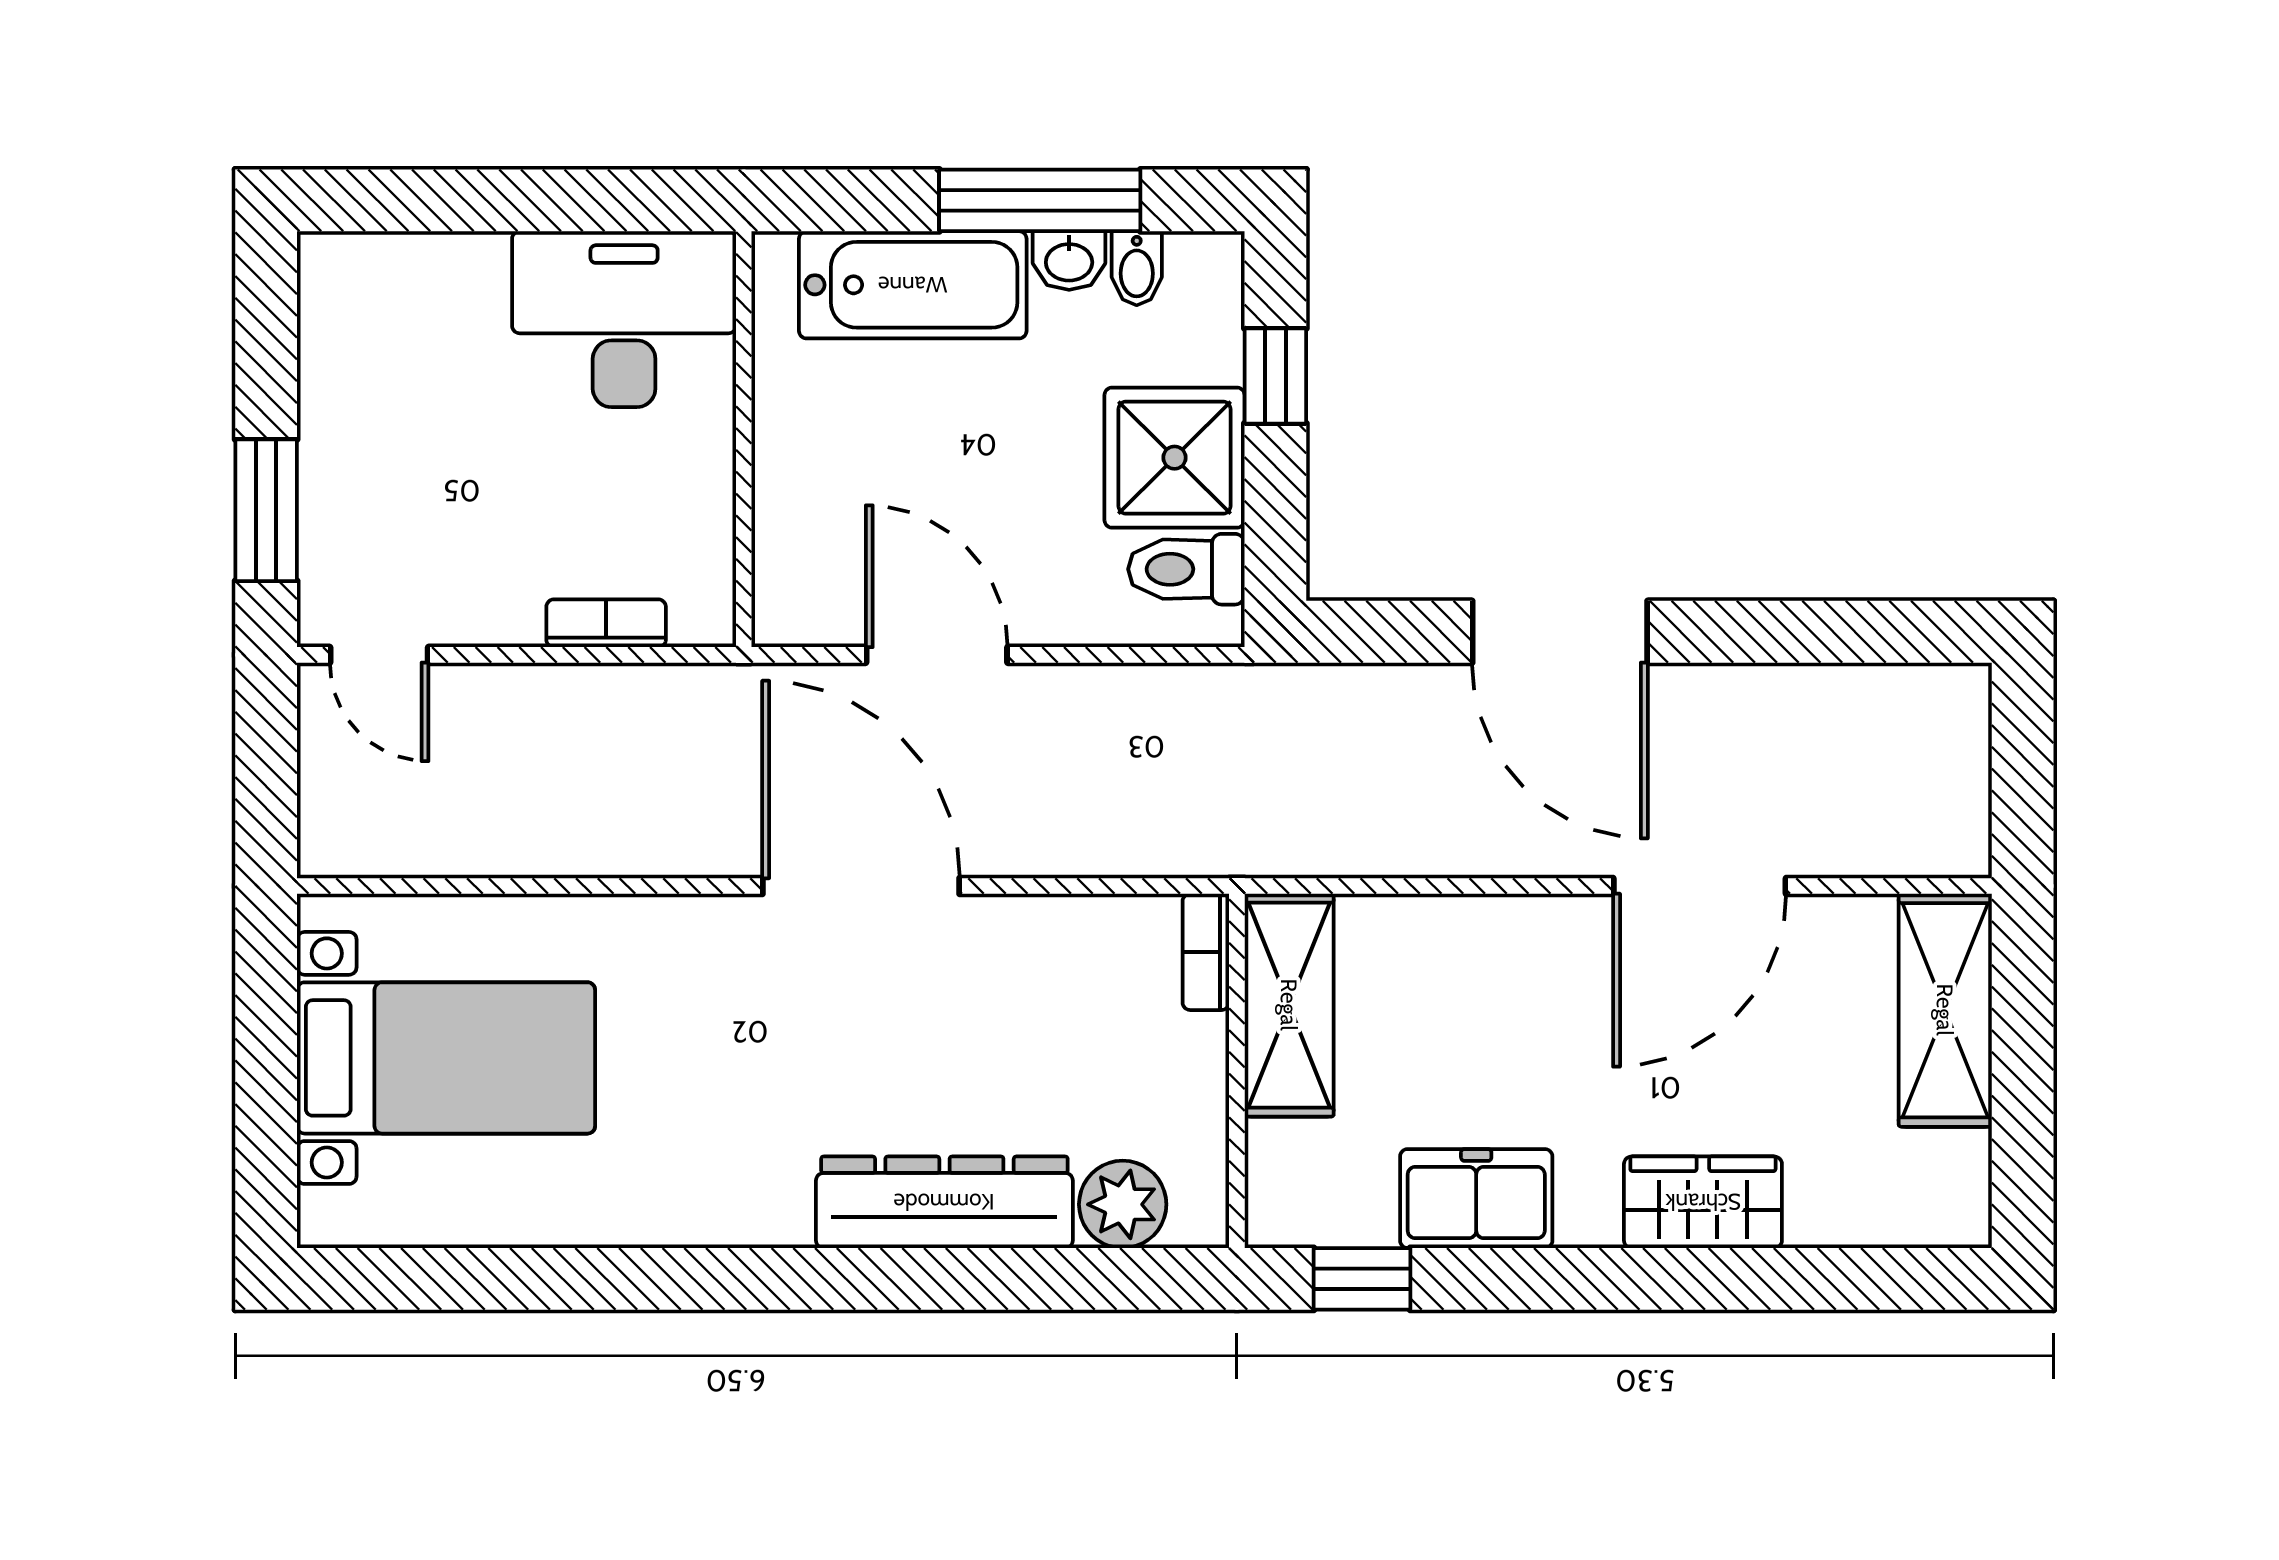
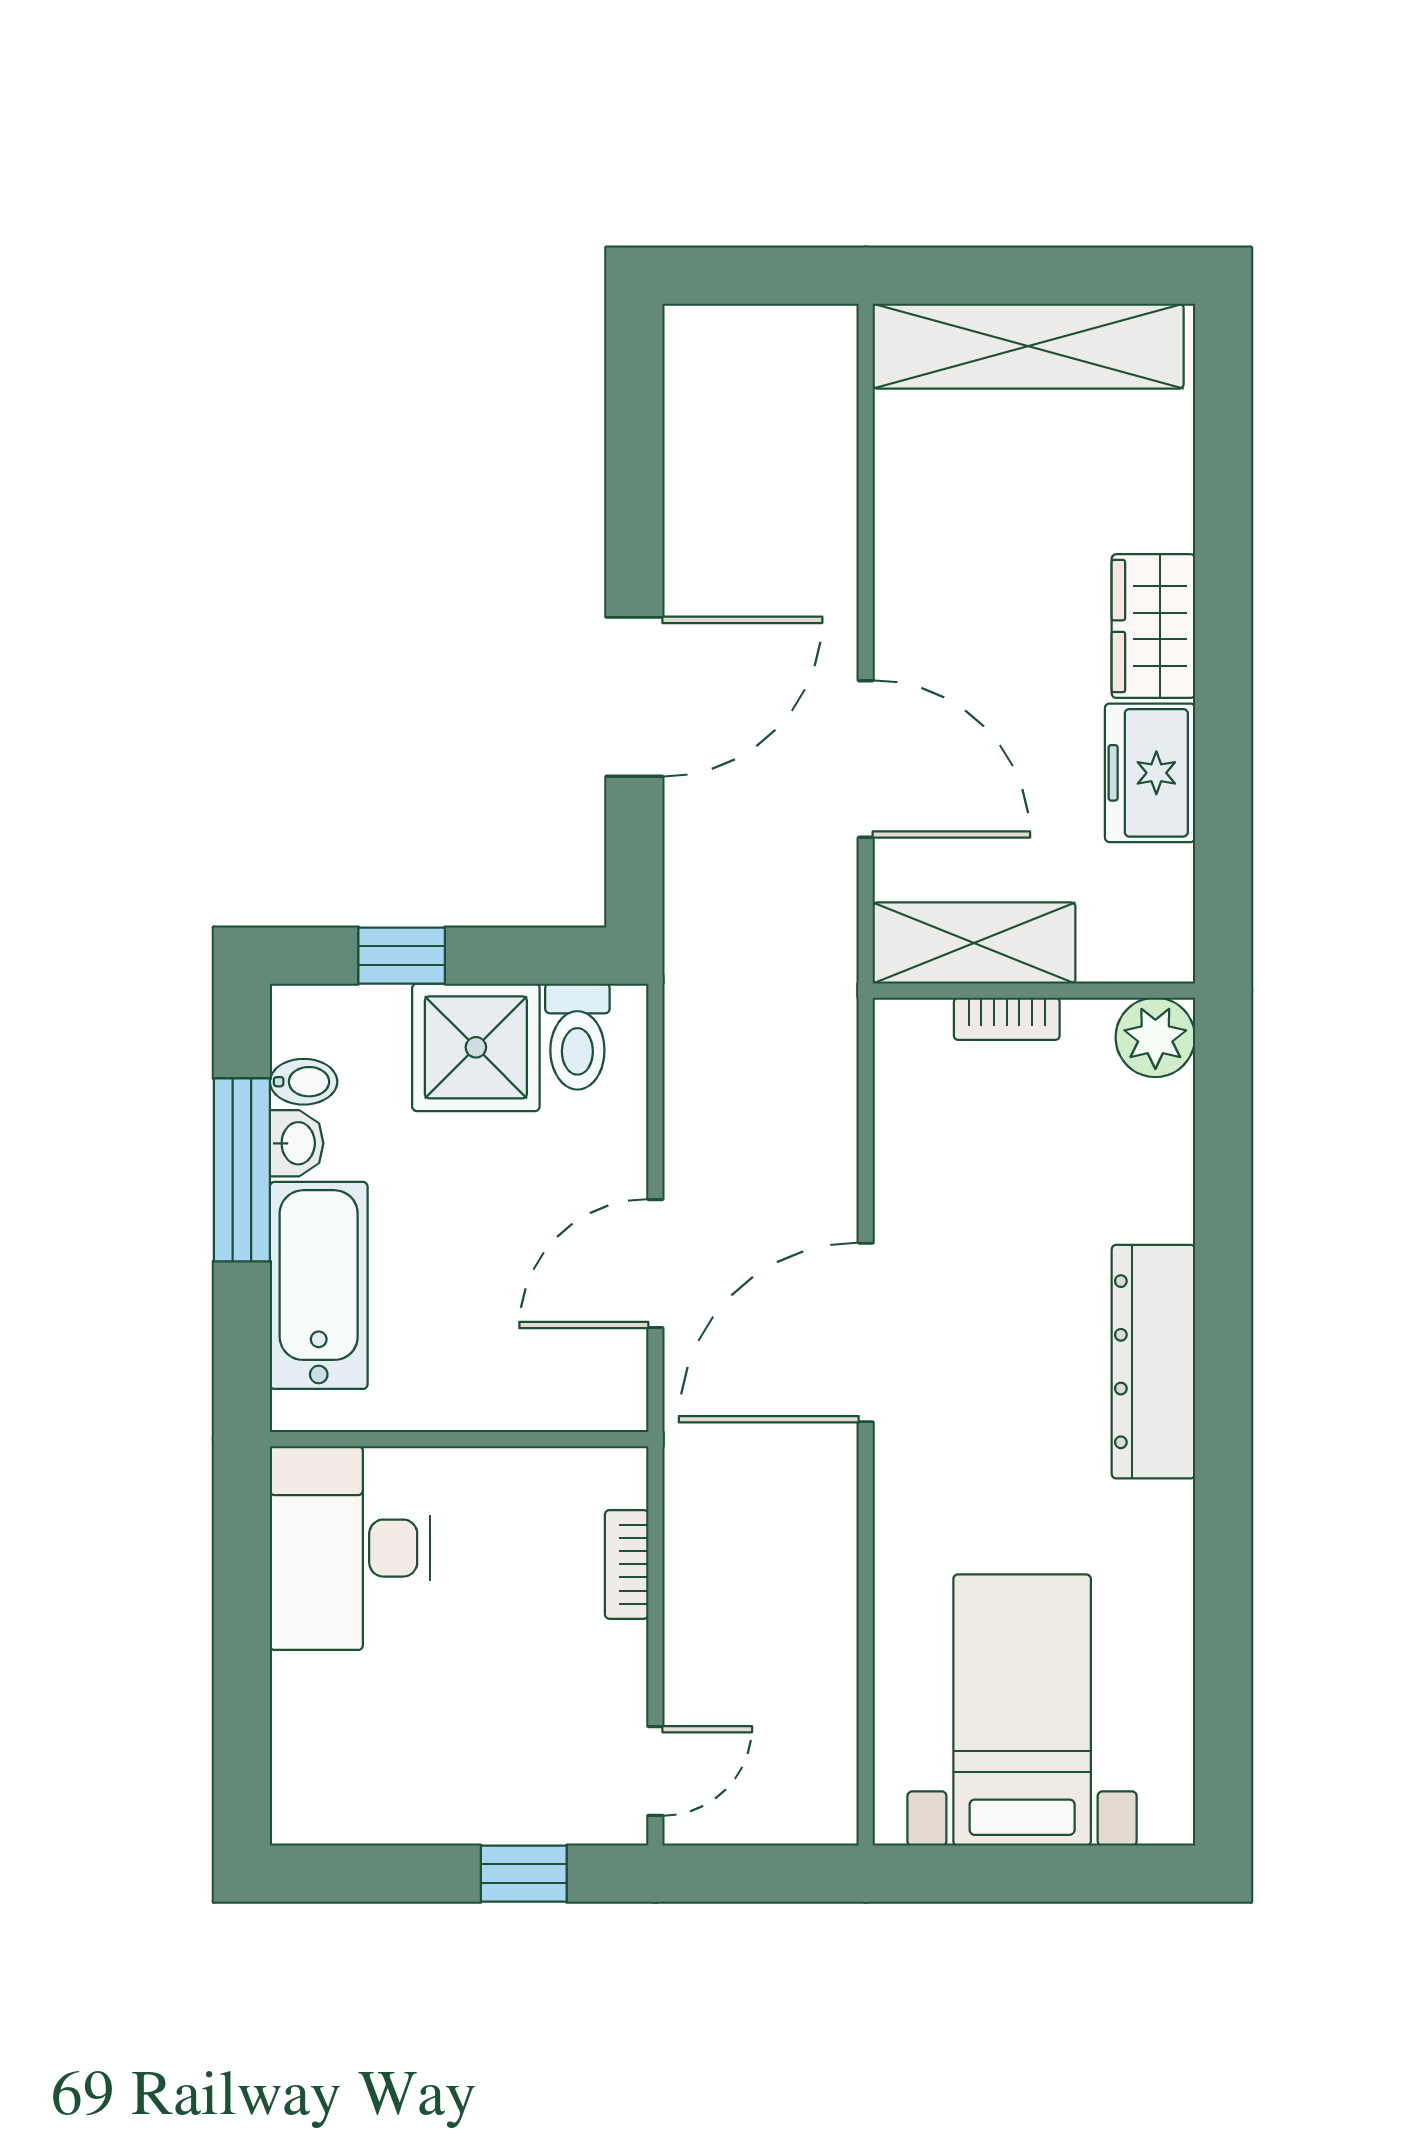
window: (266, 510) -> (524, 1874), width x0.67
door: (1700, 886) -> (866, 759), moved
bookcase: (1206, 952) -> (1007, 1019), moved
shelving: (1945, 1010) -> (1028, 346), width x1.47
dresser: (944, 1202) -> (1153, 1362), moved
wardrobe: (1703, 1202) -> (1153, 626), moved
plant: (1123, 1204) -> (1155, 1037), moved
window: (1362, 1279) -> (1223, 877), removed

